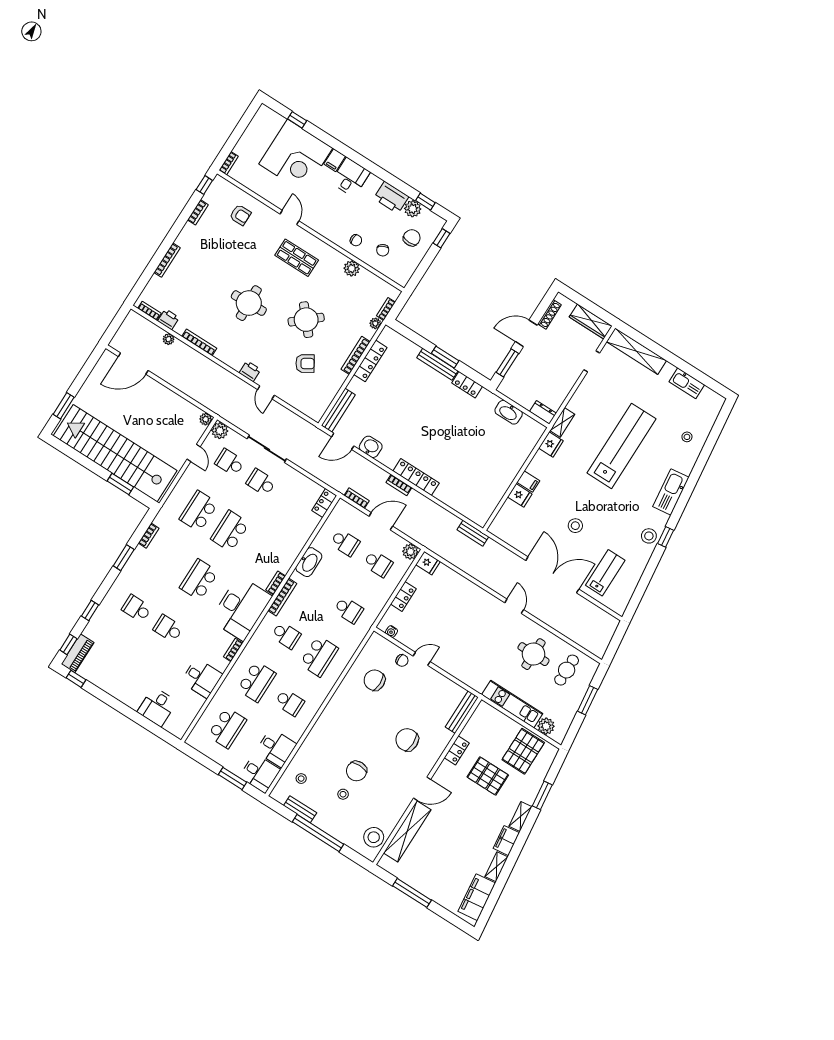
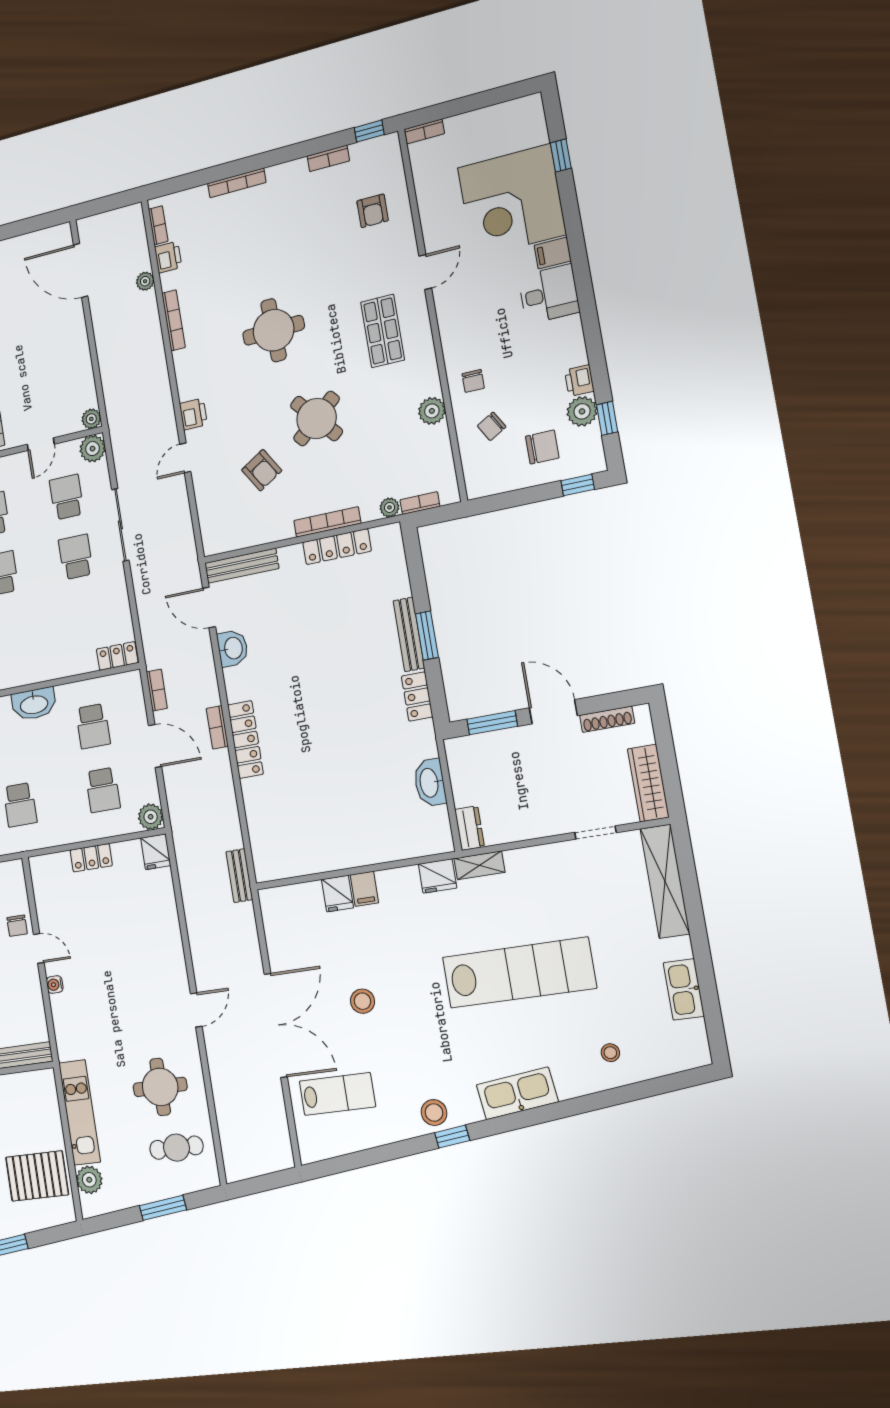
printer: (391, 197) -> (579, 381), width x0.53, depth x0.68
water cooler: (391, 632) -> (55, 985), moved

